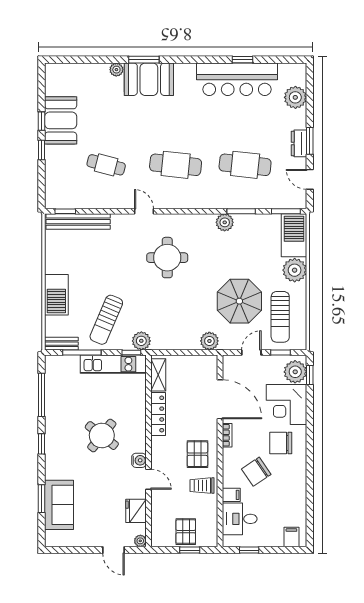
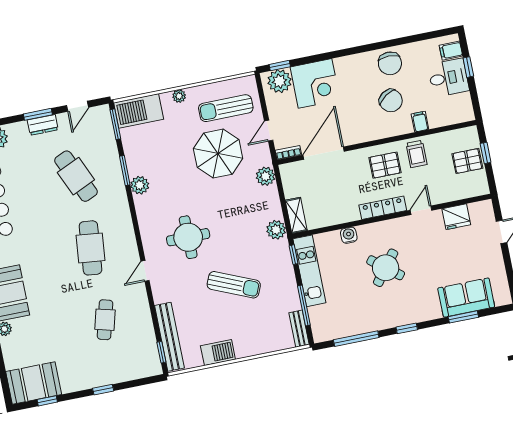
booth: (61, 120) -> (34, 383), moved
window: (41, 121) -> (47, 401), moved
cafe table: (245, 165) -> (76, 176), turned -30
plant: (295, 270) -> (179, 96), width x0.53, depth x0.53
barbecue: (56, 295) -> (218, 353), moved, width x0.73, depth x0.83
sun lounger: (280, 317) -> (226, 108), turned 180
sun lounger: (106, 320) -> (234, 285), moved
plant: (141, 341) -> (276, 230), moved
door: (251, 352) -> (269, 131), hinge flipped
window: (281, 352) -> (262, 100), removed
shelving: (158, 375) -> (296, 215), moved, turned 90
locker: (158, 414) -> (383, 208), moved
bookcase: (227, 435) -> (288, 153), moved
chair: (281, 443) -> (390, 63), moved
water cooler: (139, 460) -> (349, 235), moved
desk: (240, 519) -> (448, 78), moved, turned -90
plant: (140, 541) -> (486, 206), removed
window: (249, 550) -> (468, 67), moved

